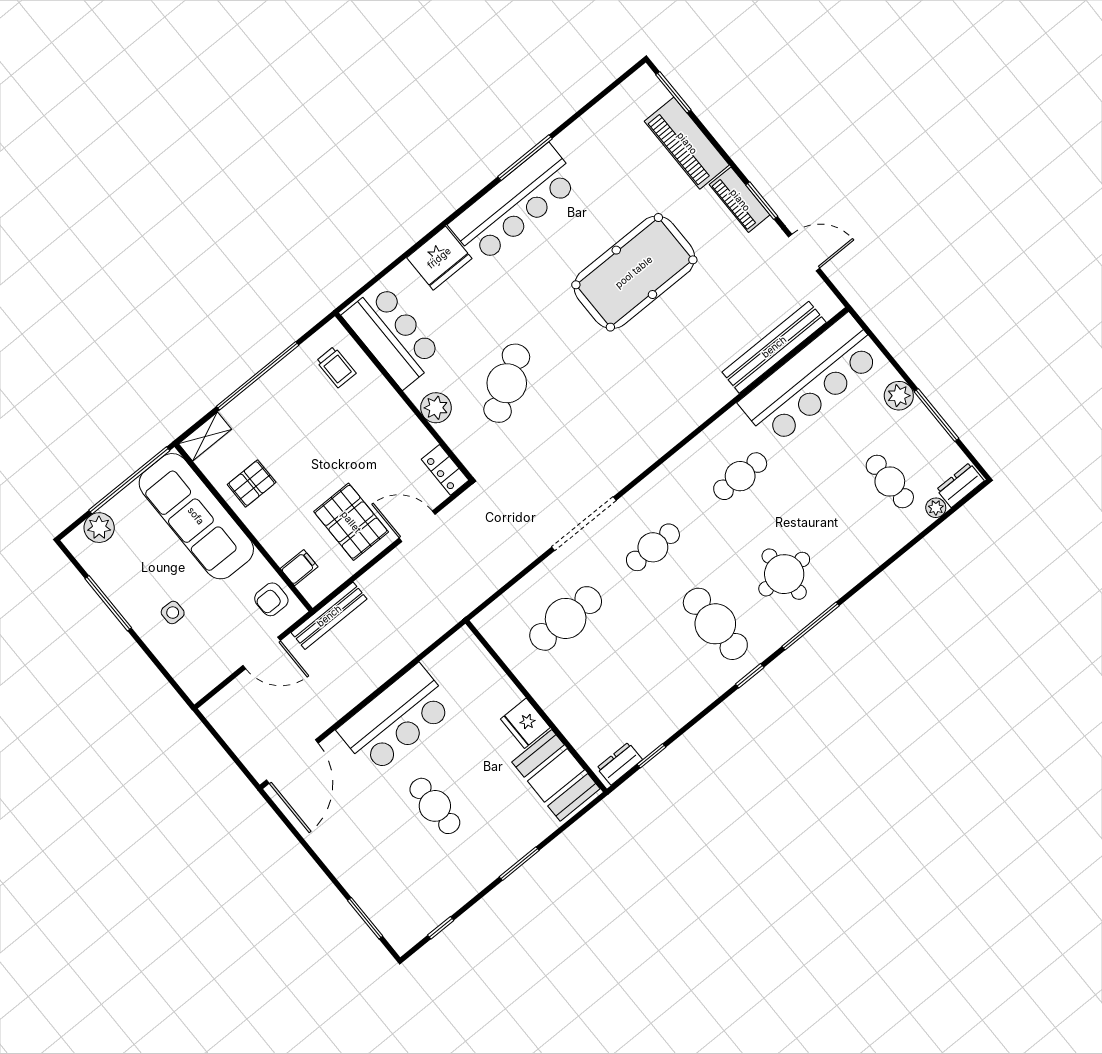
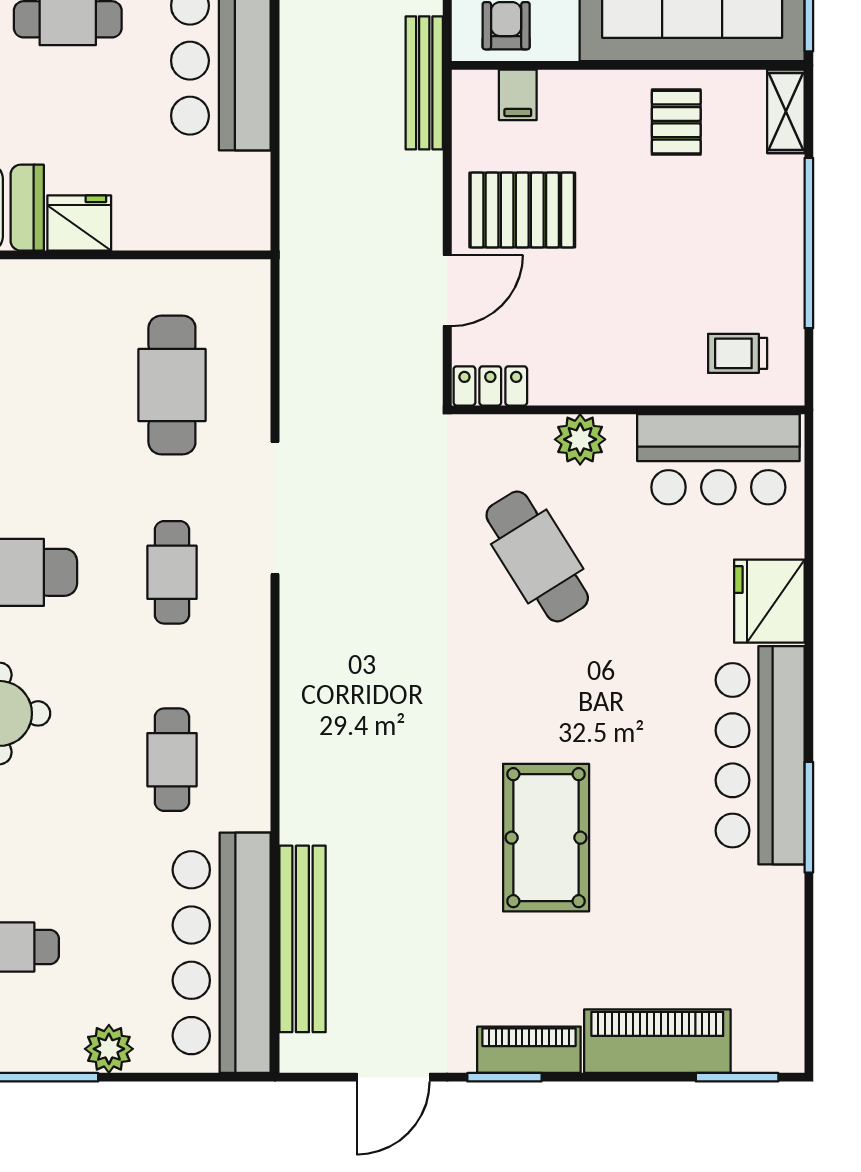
pool table: (634, 272) -> (546, 838), width x0.73, depth x0.76

